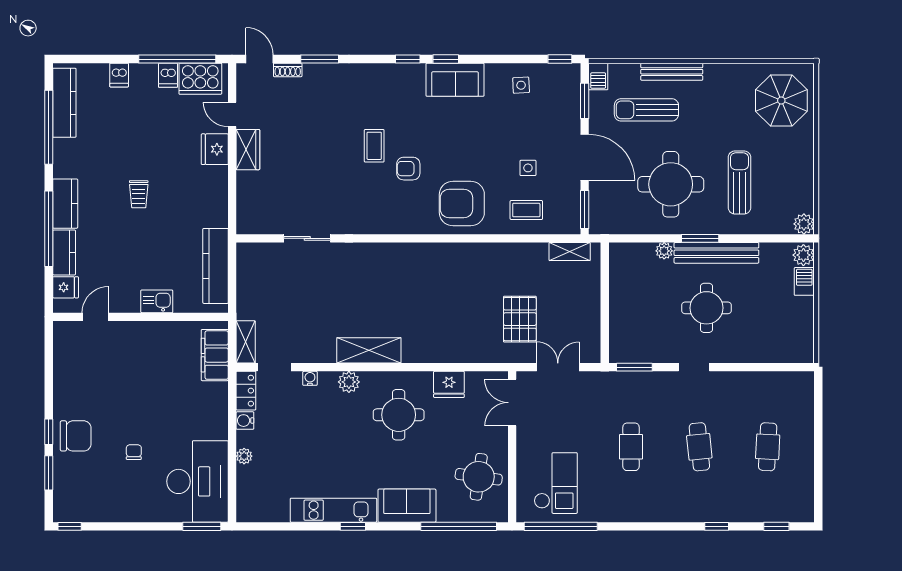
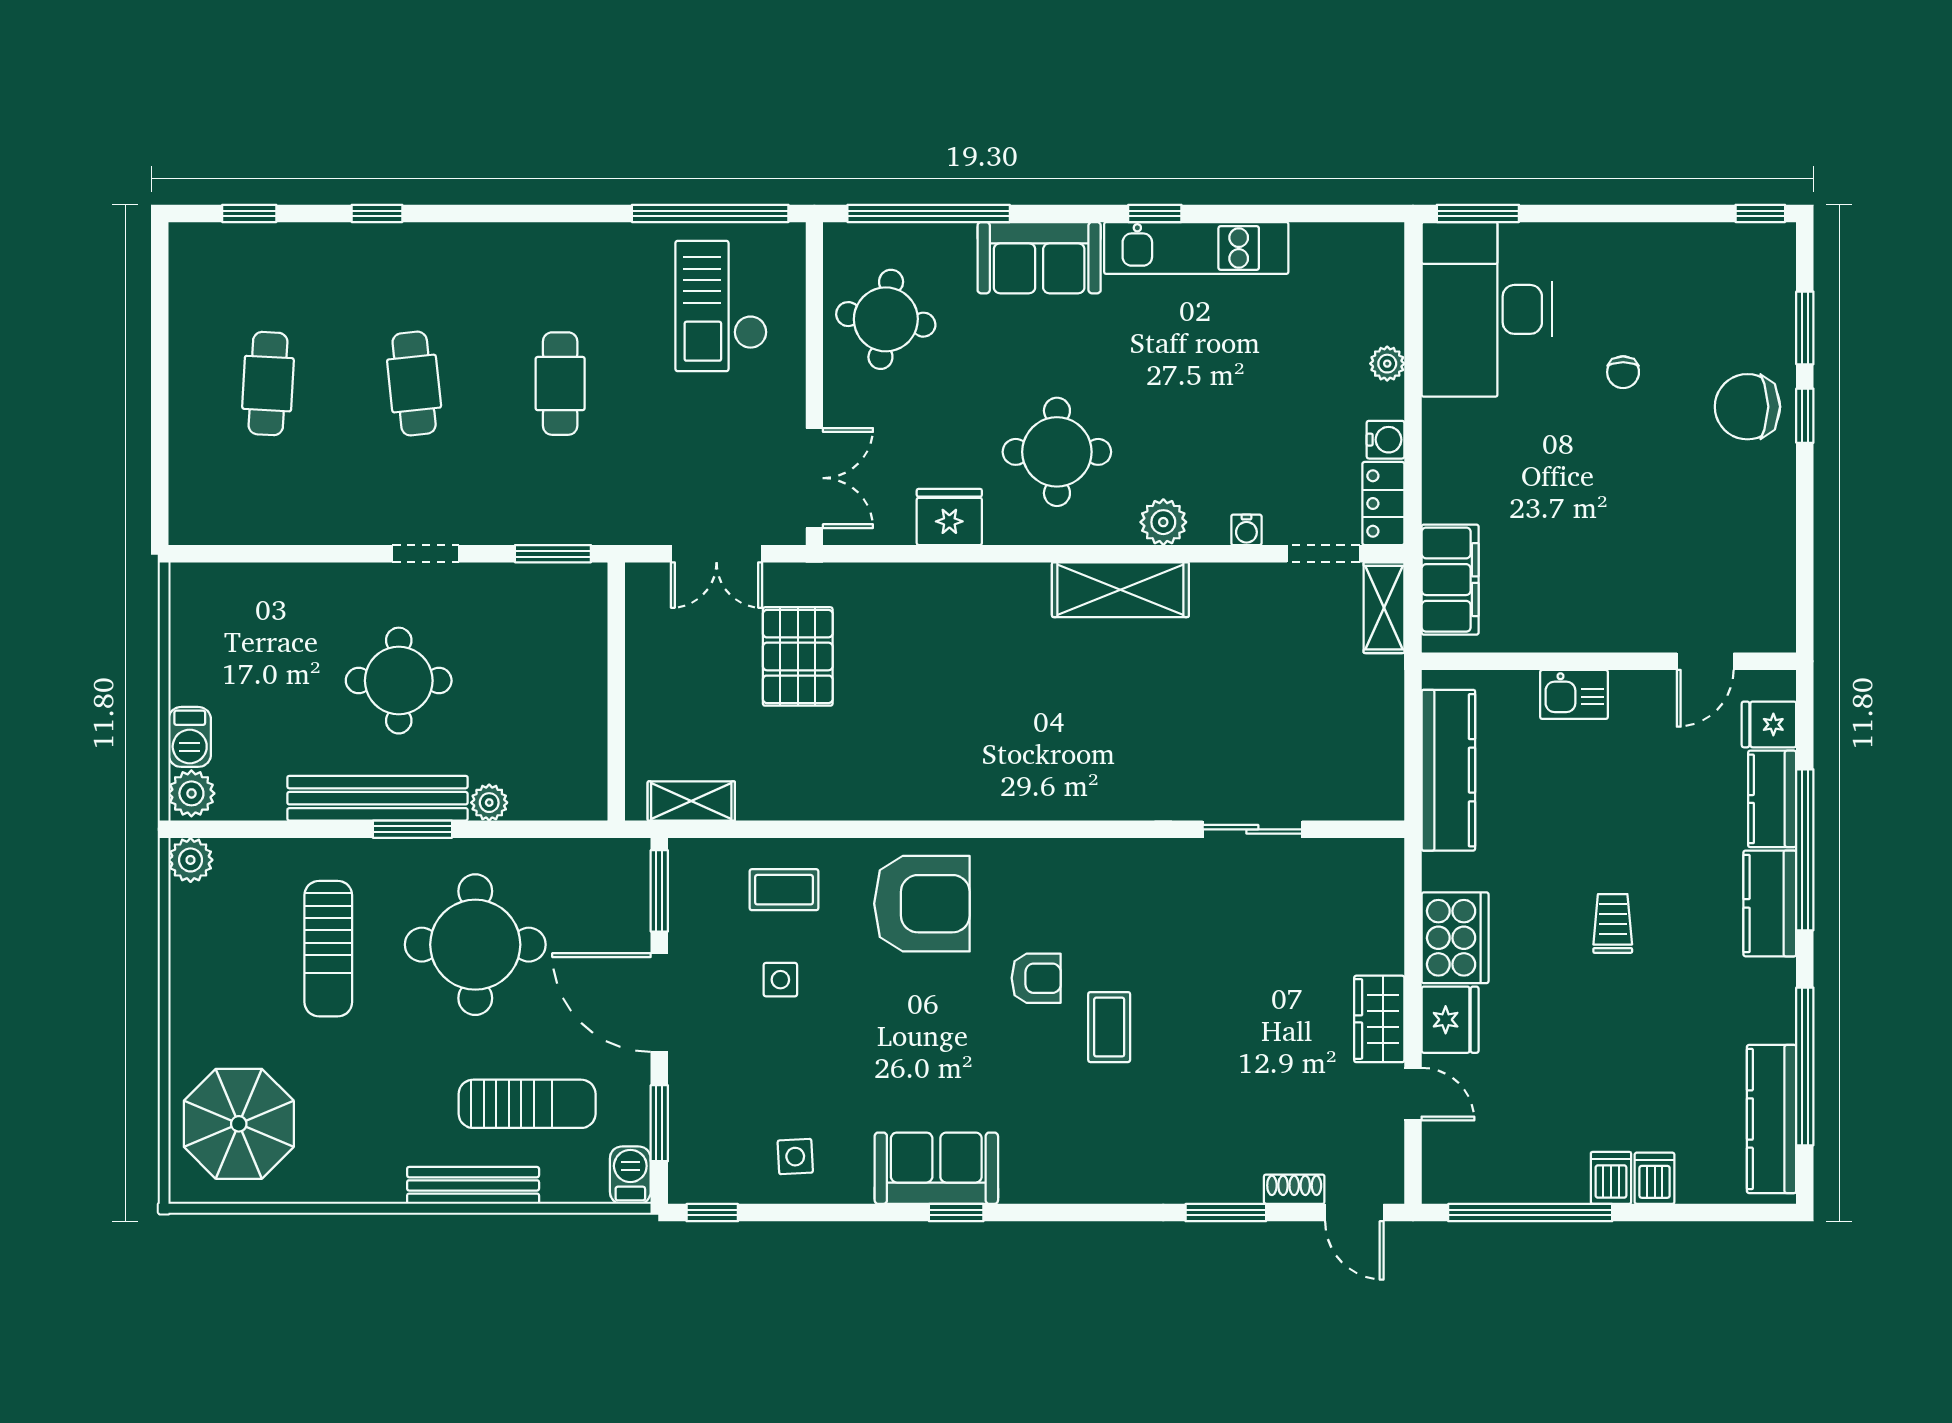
window: (408, 59) -> (1037, 1213), removed
dishwasher: (168, 75) -> (1611, 1178), moved
cooker: (200, 79) -> (1455, 938), moved, turned 90

